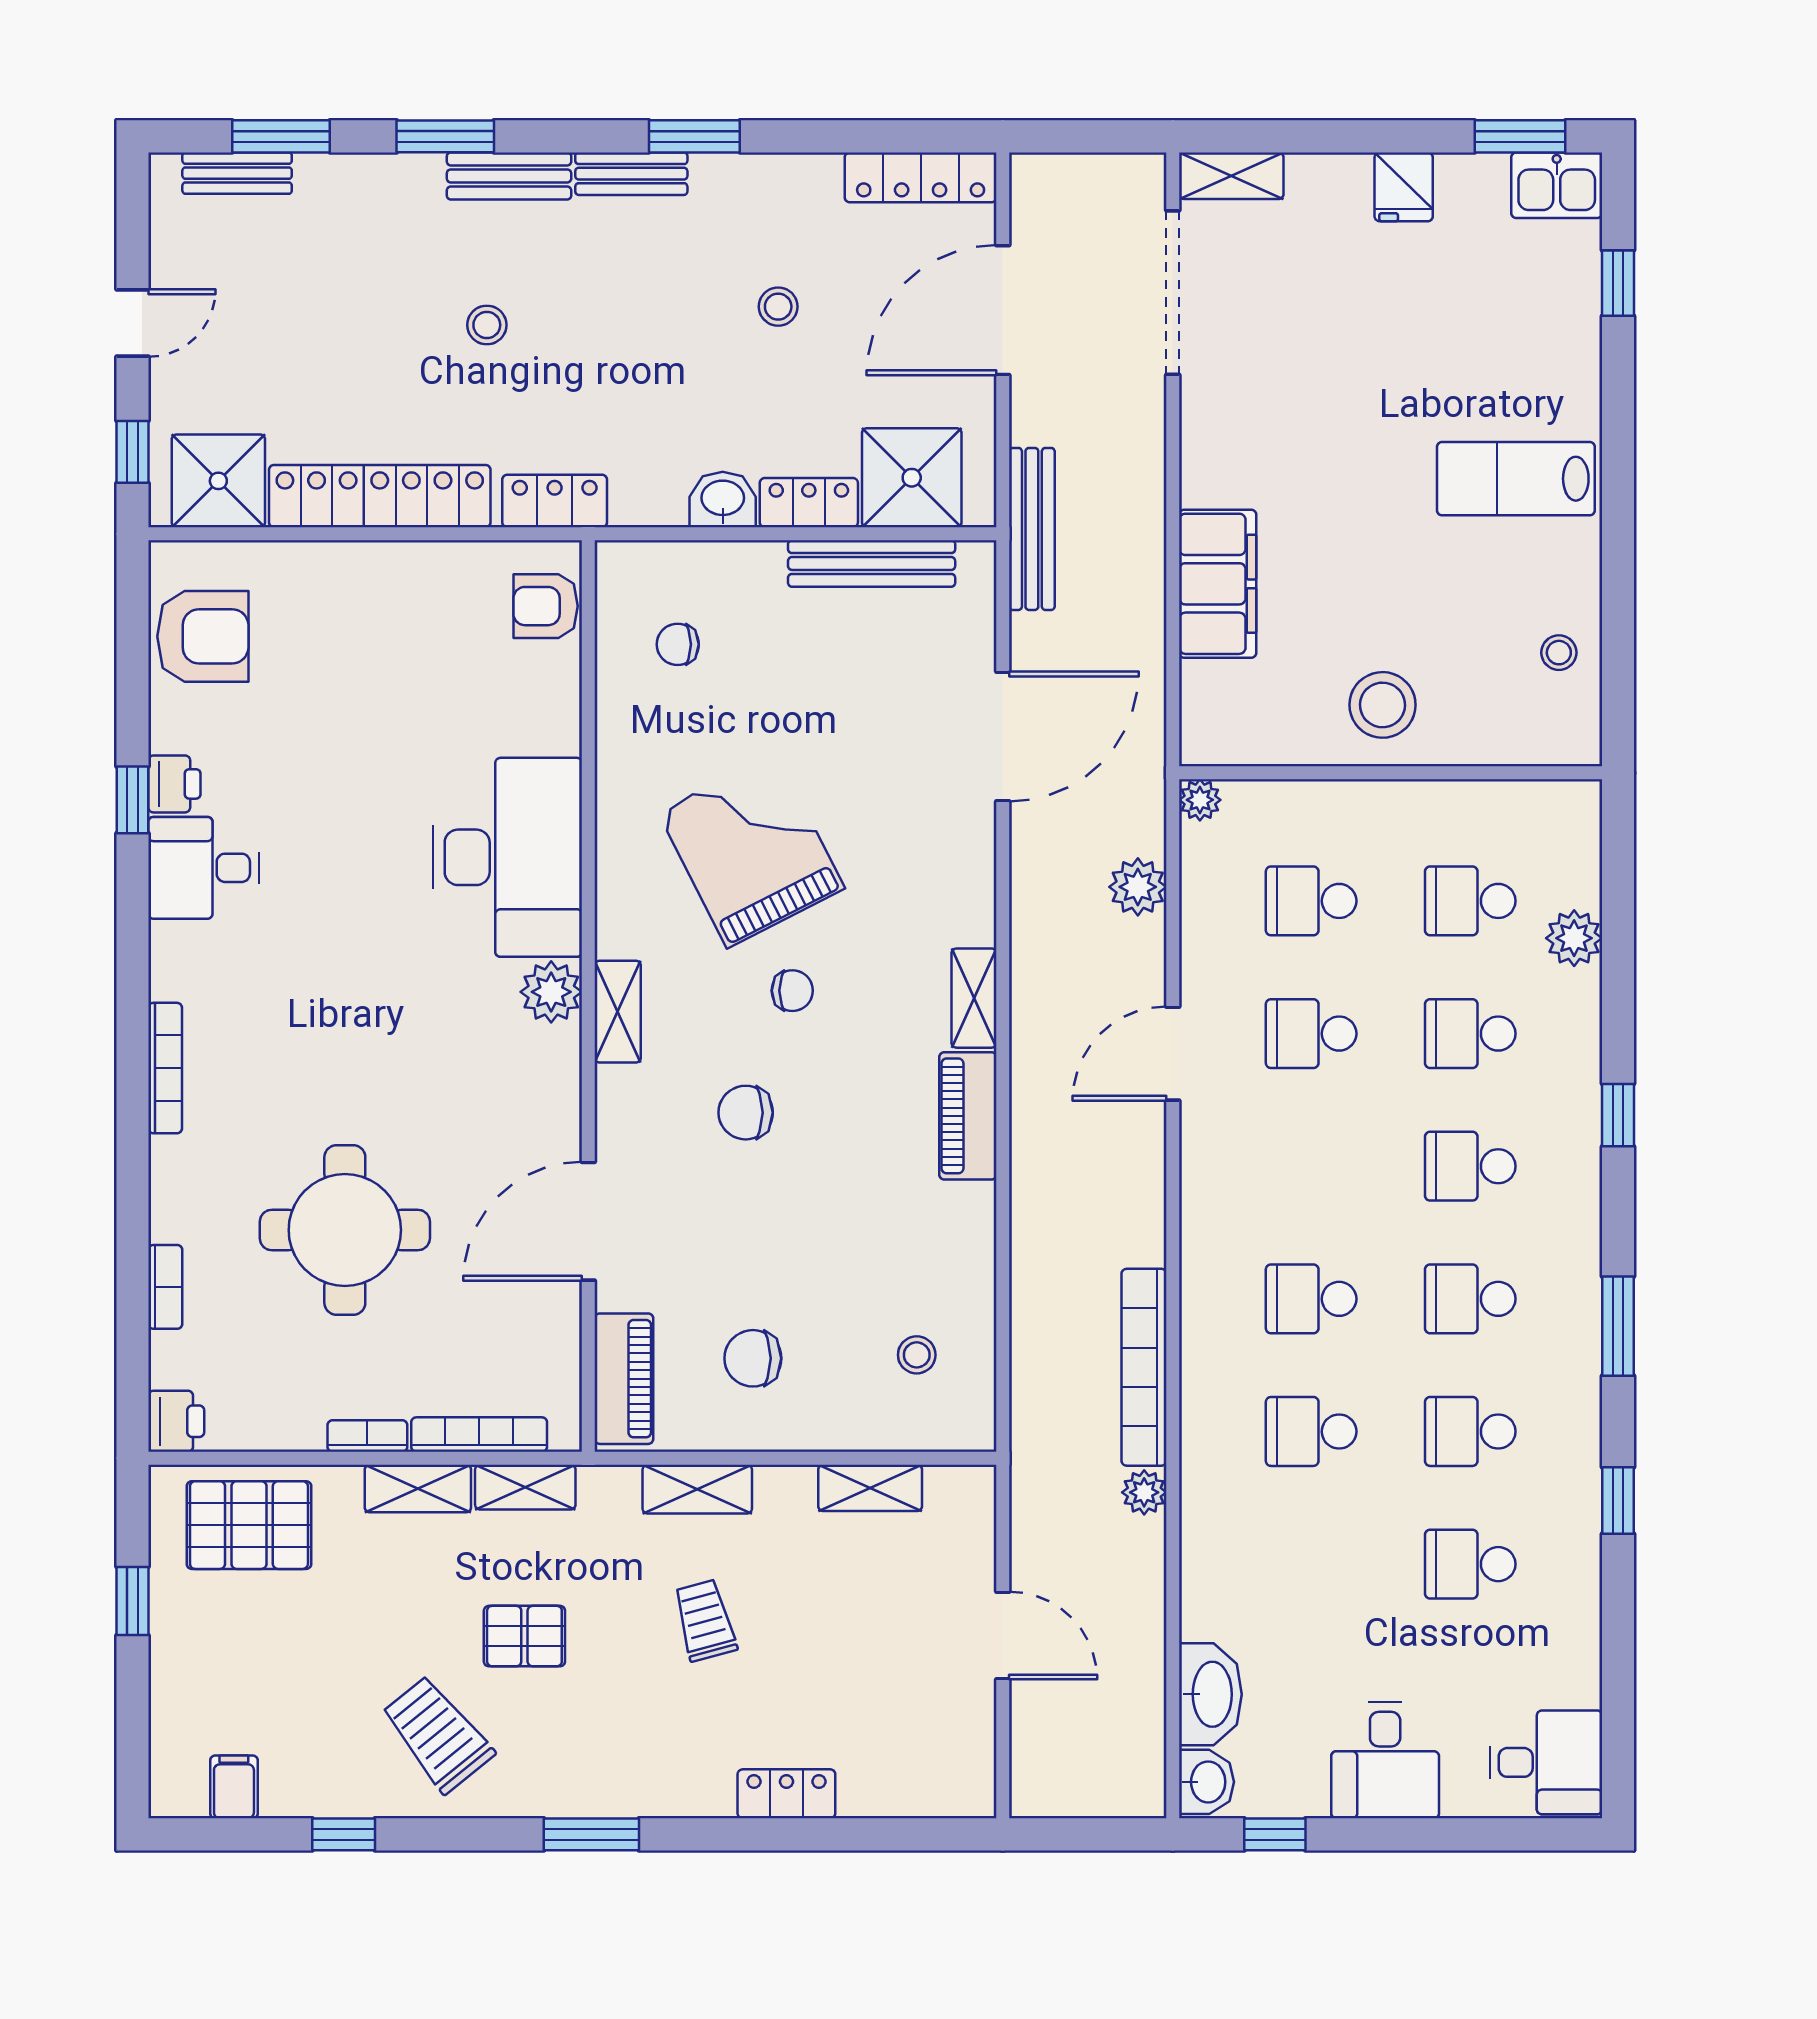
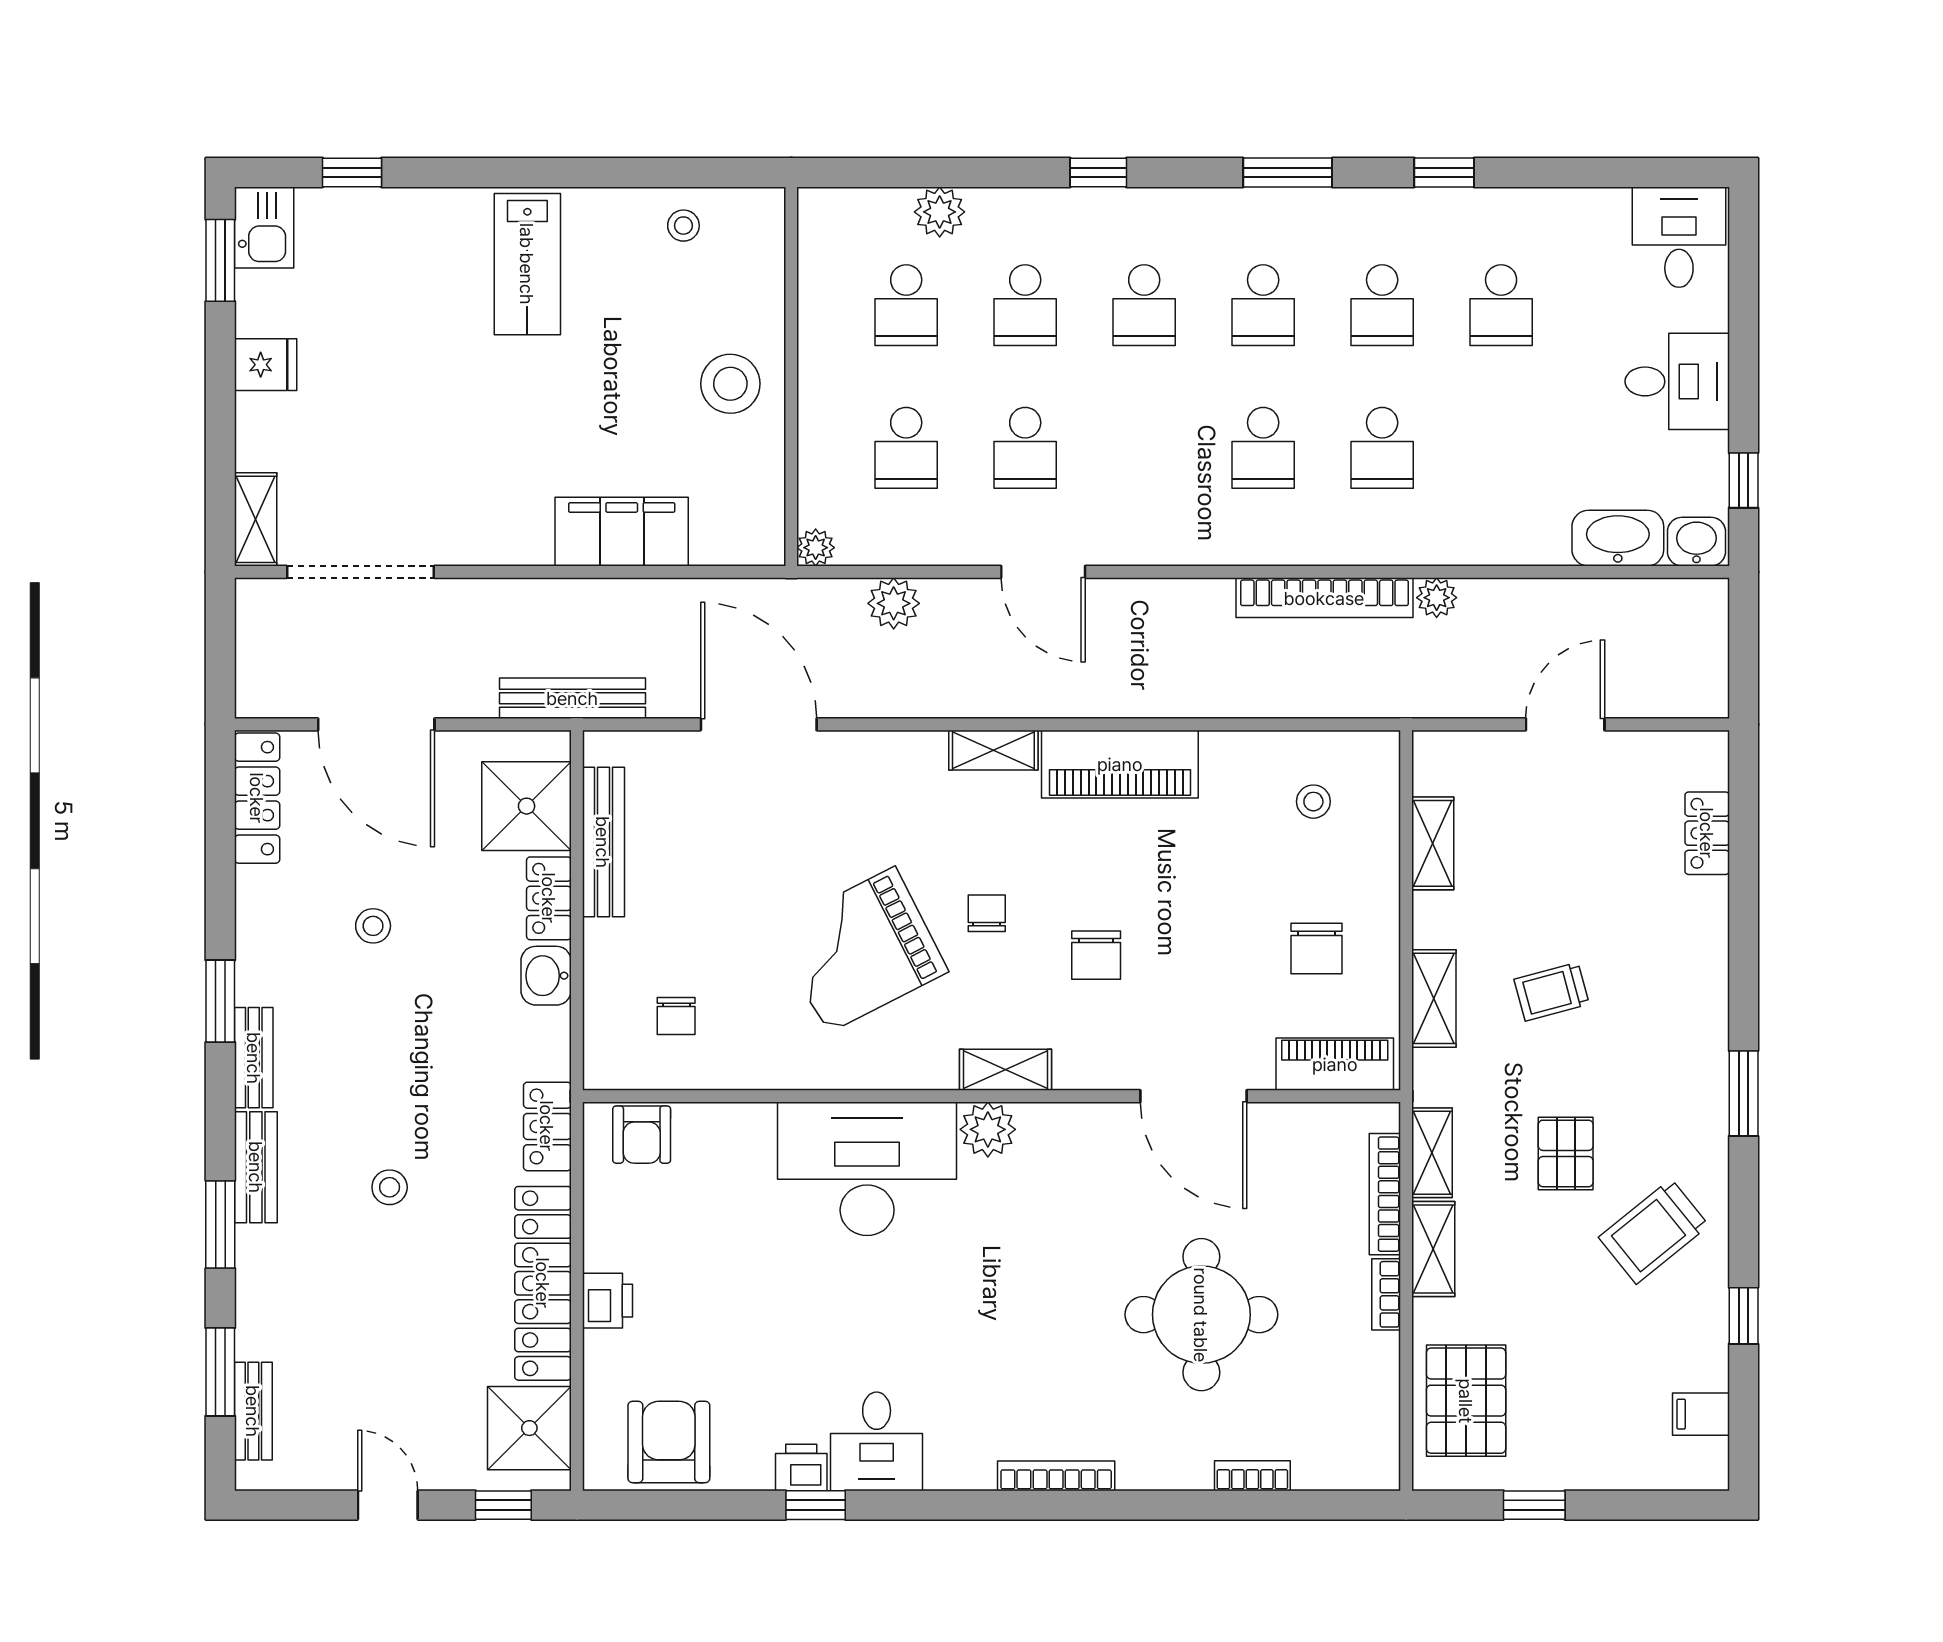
piano: (968, 1116) -> (1120, 764), width x1.37, depth x1.33
printer: (176, 1421) -> (607, 1301), moved, turned 90
locker: (786, 1794) -> (1707, 833), moved

